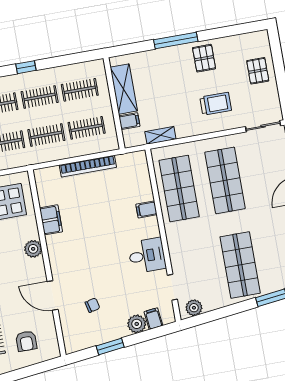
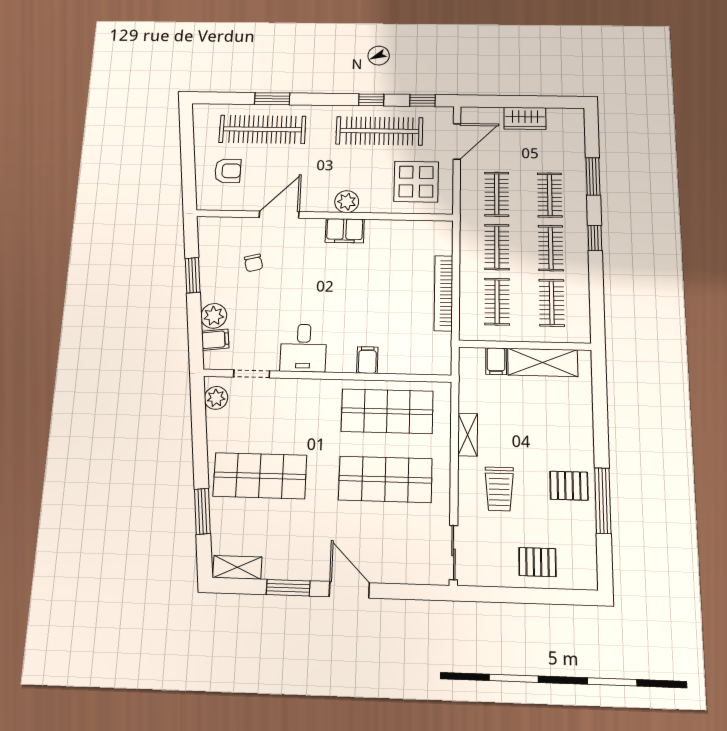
window: (176, 41) -> (603, 501), moved
shelving: (160, 135) -> (468, 435), moved
filing cabinet: (51, 220) -> (345, 231), moved
armchair: (26, 341) -> (228, 171), turned 180

